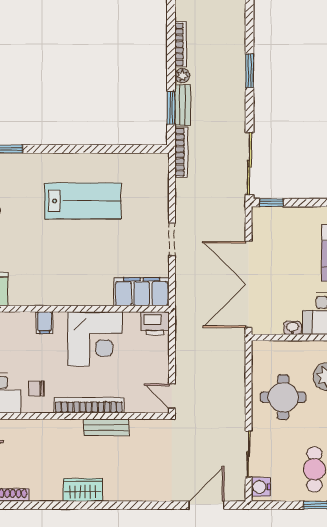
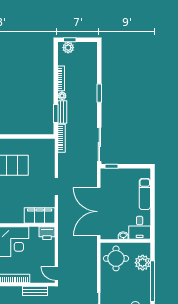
round table: (283, 397) -> (116, 258), moved
bench: (106, 427) -> (35, 291), moved

